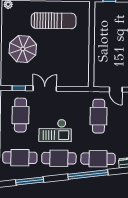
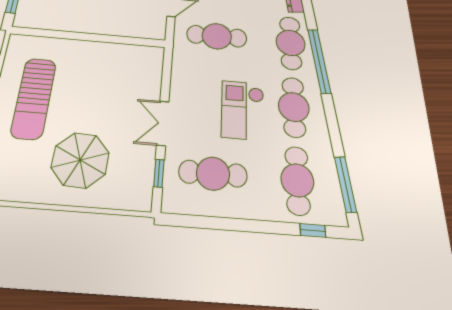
sun lounger: (54, 21) -> (34, 98), turned 180
checkout: (55, 130) -> (243, 110), turned 180
window: (30, 181) -> (345, 184), moved

